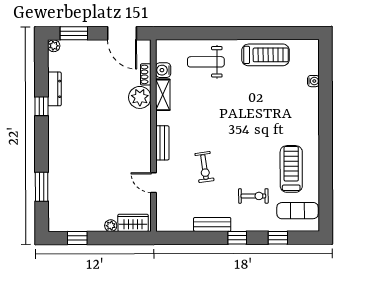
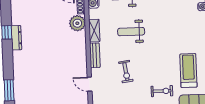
dresser: (54, 89) -> (16, 38), moved
shelving: (163, 95) -> (94, 31), moved
weight bench: (214, 112) -> (131, 32), added

